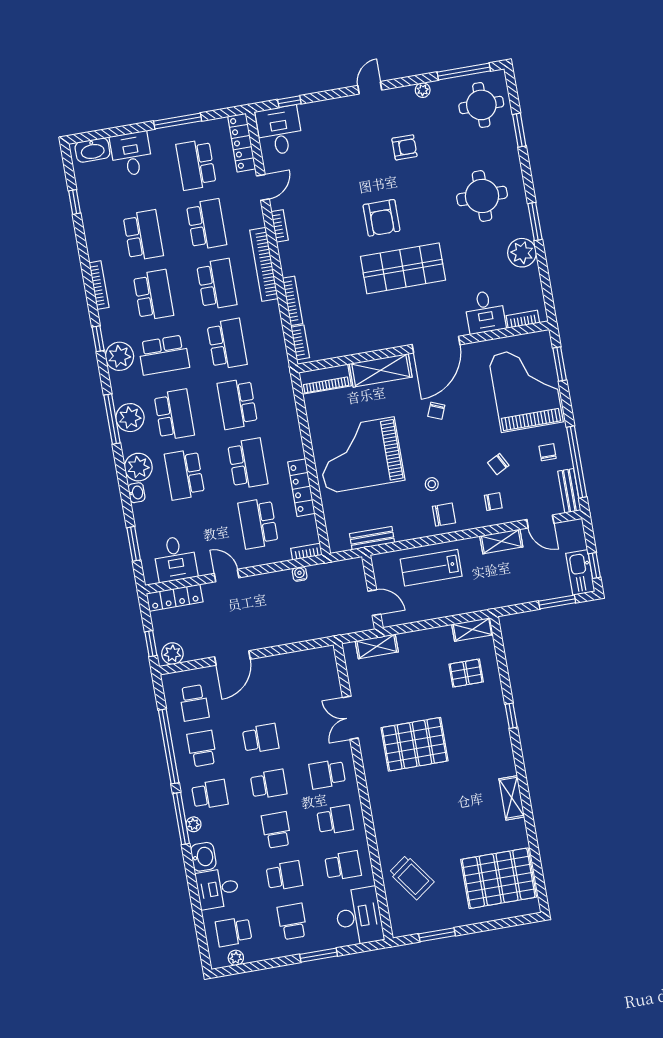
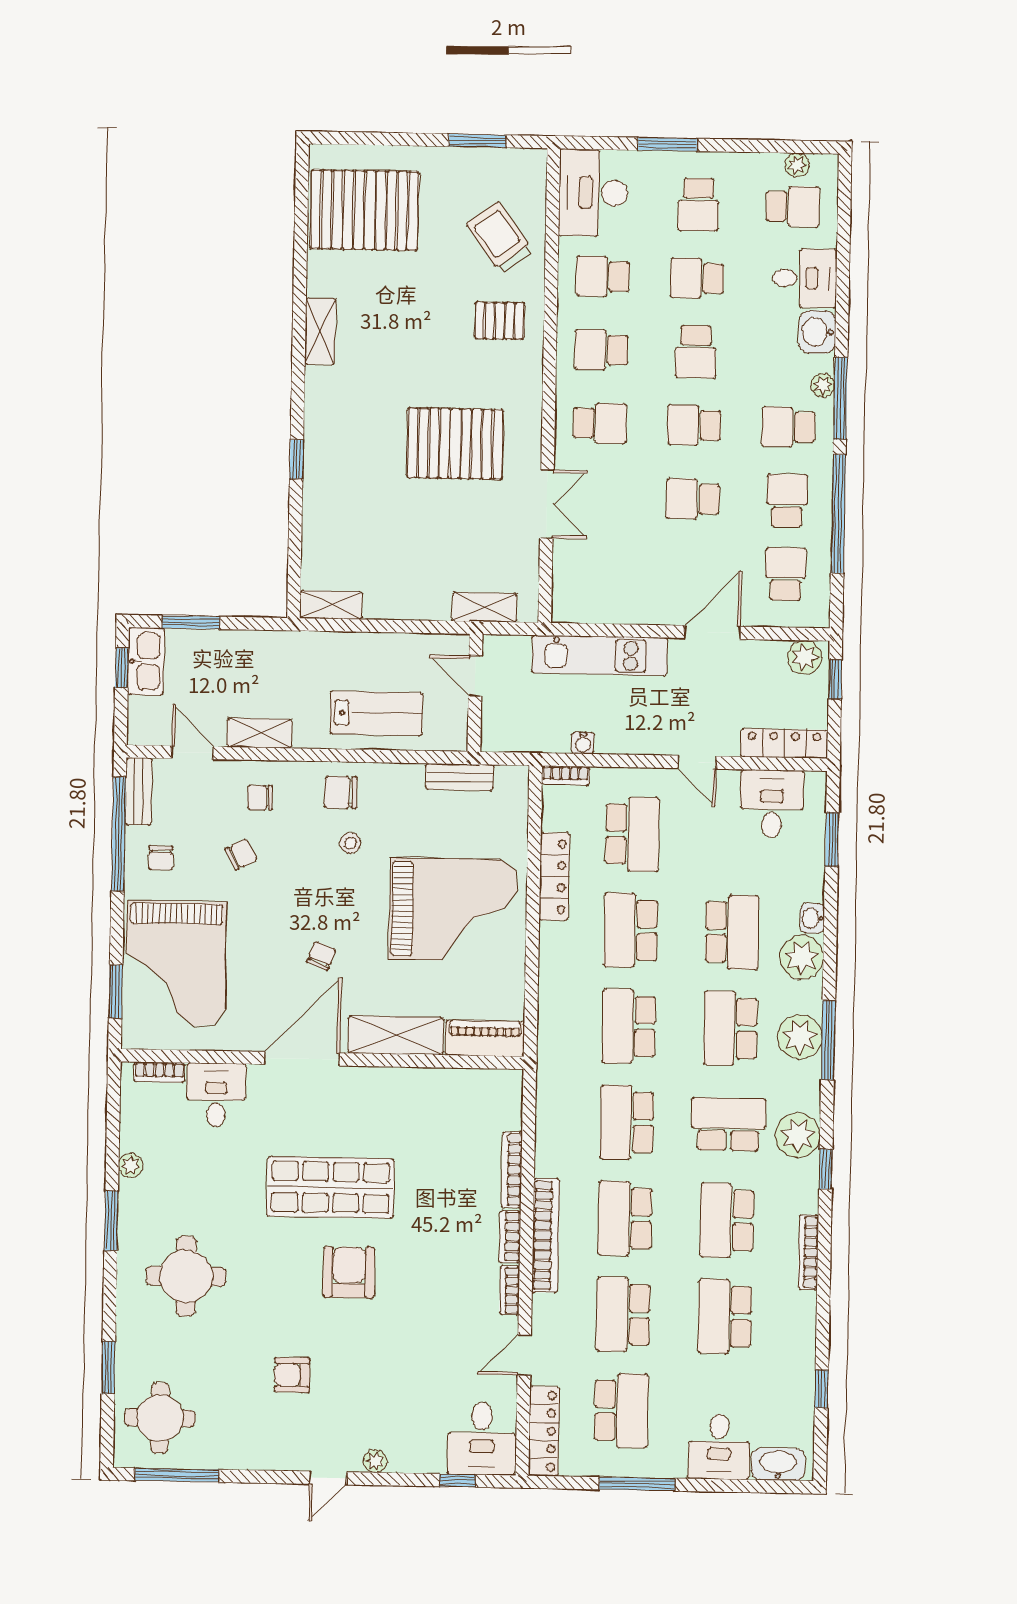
plant: (423, 90) -> (375, 1461), moved
plant: (522, 253) -> (131, 1165), width x0.53, depth x0.53
bookcase: (300, 342) -> (510, 1237), moved
school desk: (237, 404) -> (629, 1026), turned 180
kitchen unit: (300, 630) -> (600, 655), added
pallet: (466, 673) -> (500, 321), moved
school desk: (202, 749) -> (787, 501), turned 180

